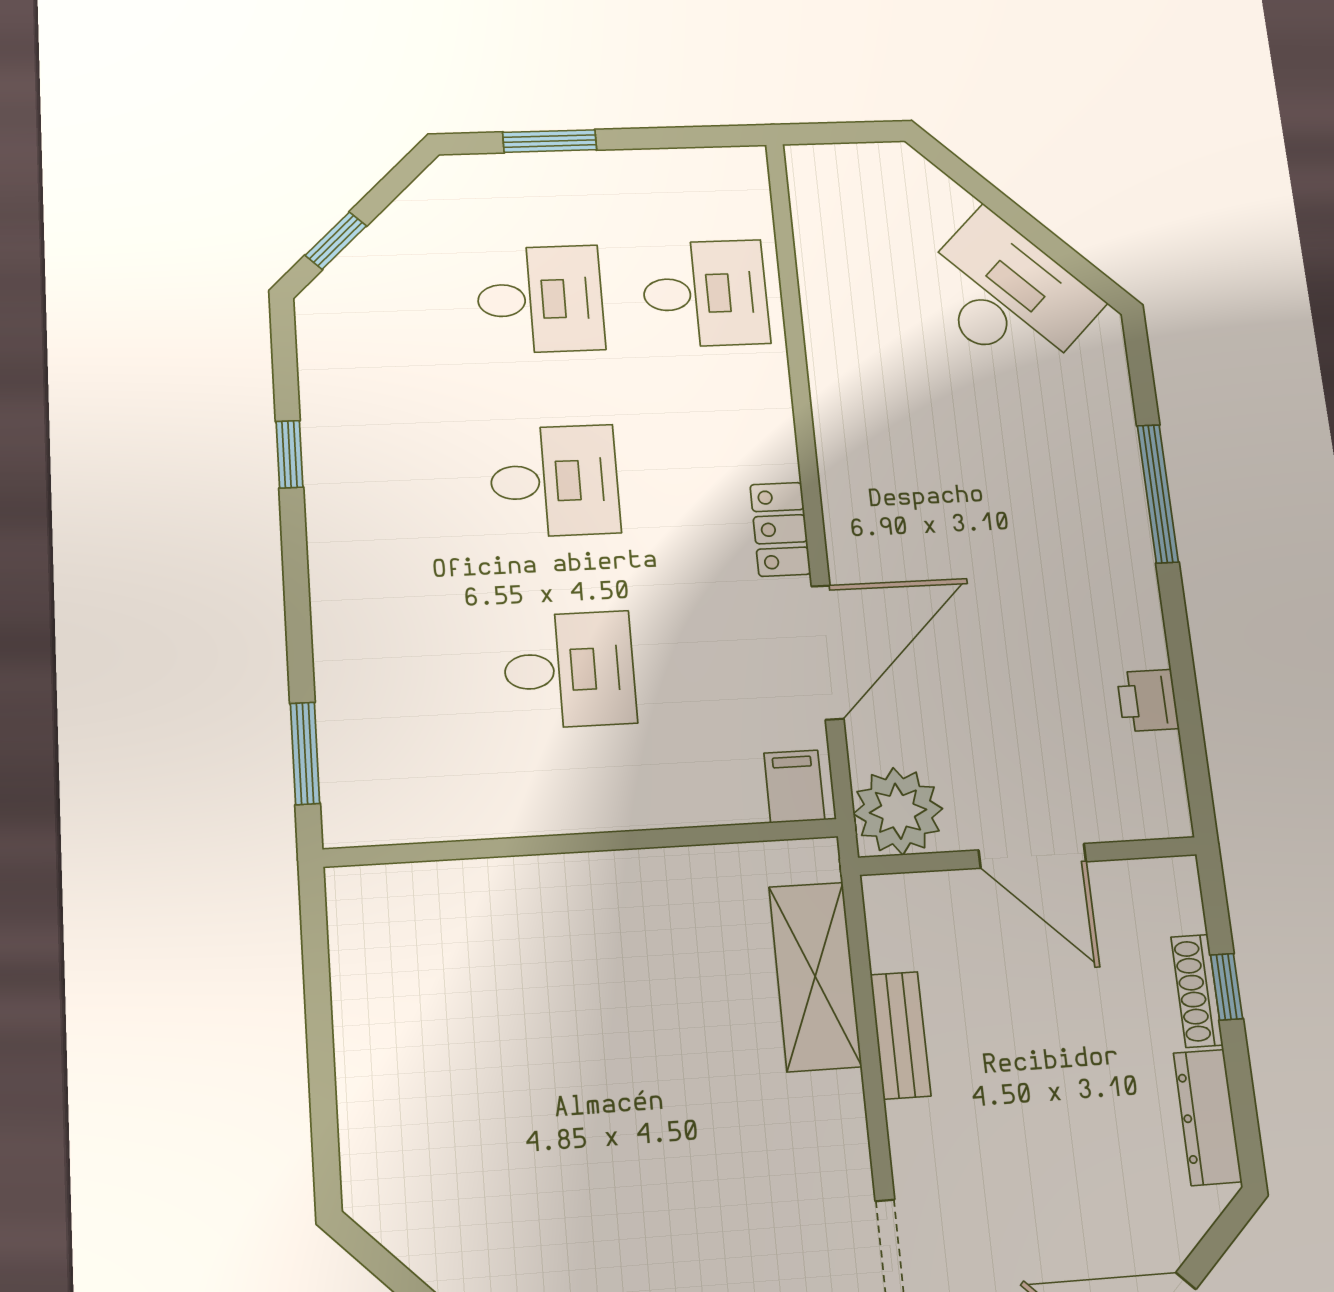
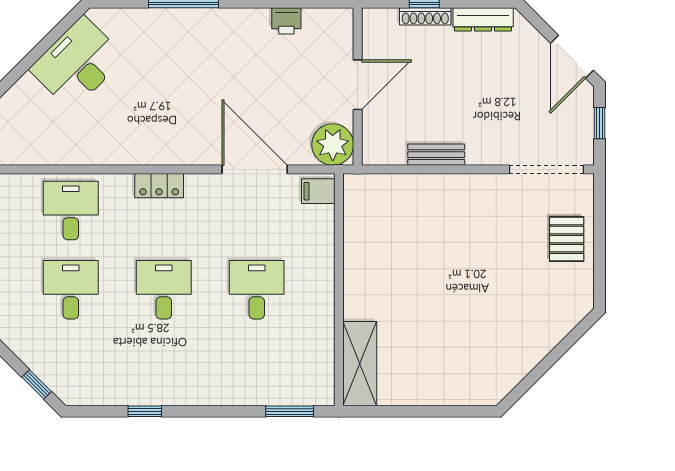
locker: (780, 529) -> (159, 186), moved
shelving: (815, 976) -> (360, 364), moved, turned 90

